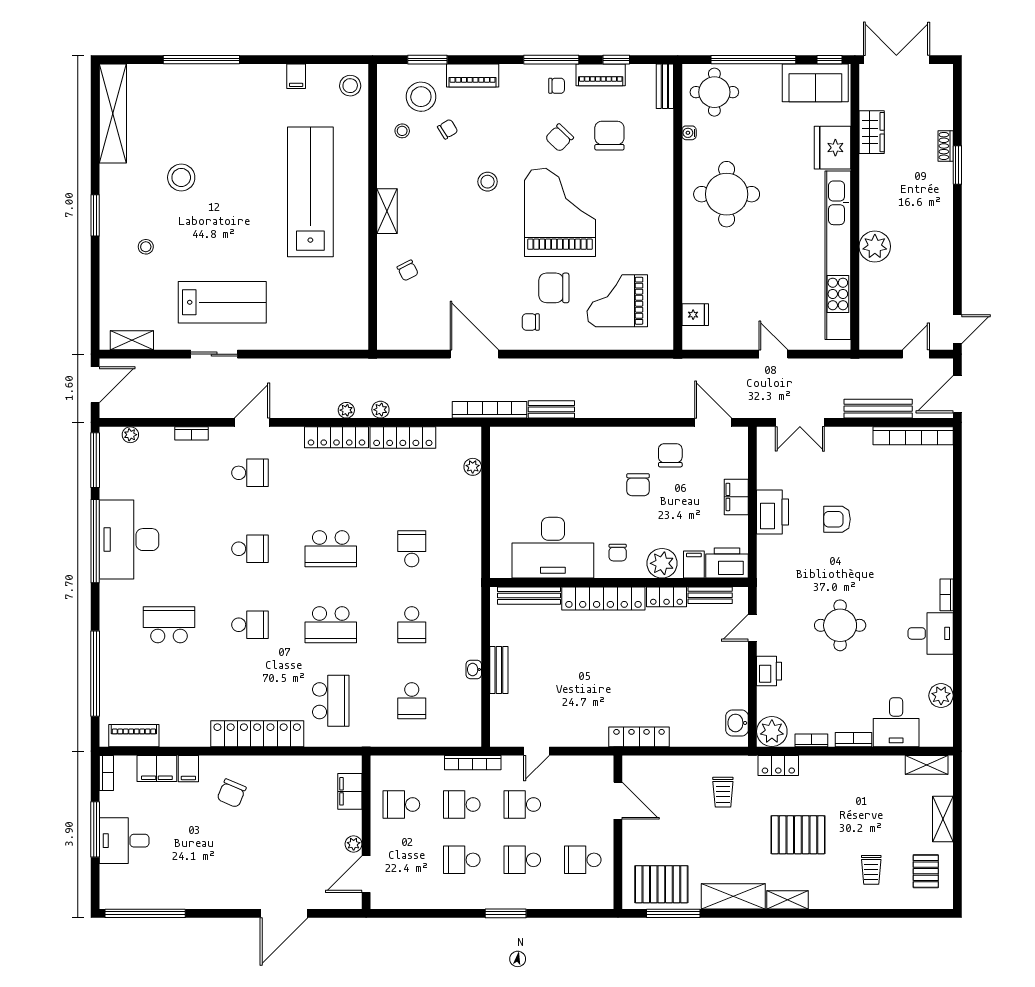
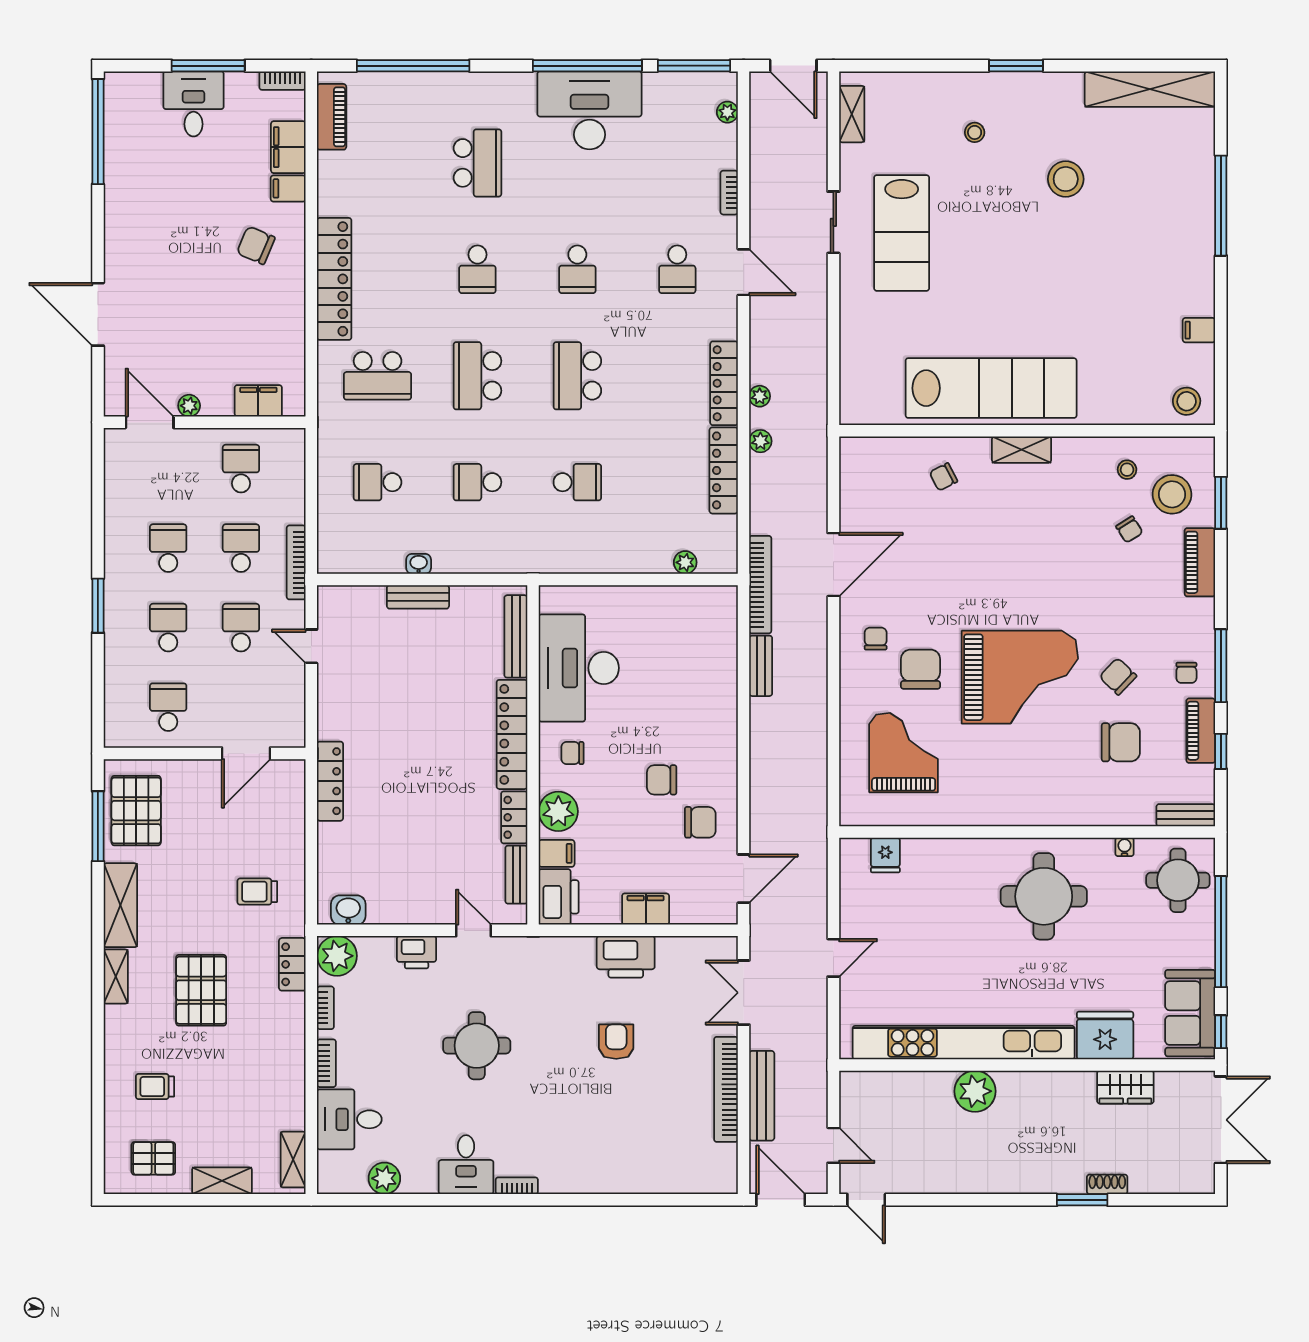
stool: (488, 182) -> (1060, 582), removed
lab bench: (310, 192) -> (991, 388), moved
bookcase: (913, 436) -> (726, 1089), moved

